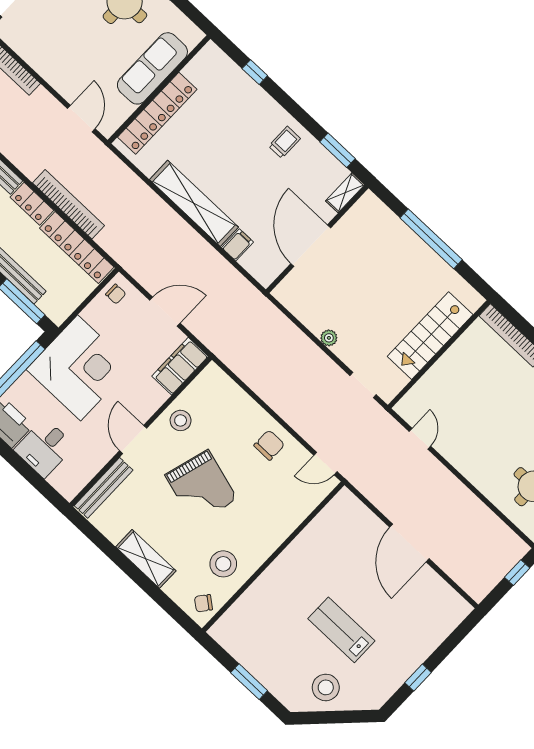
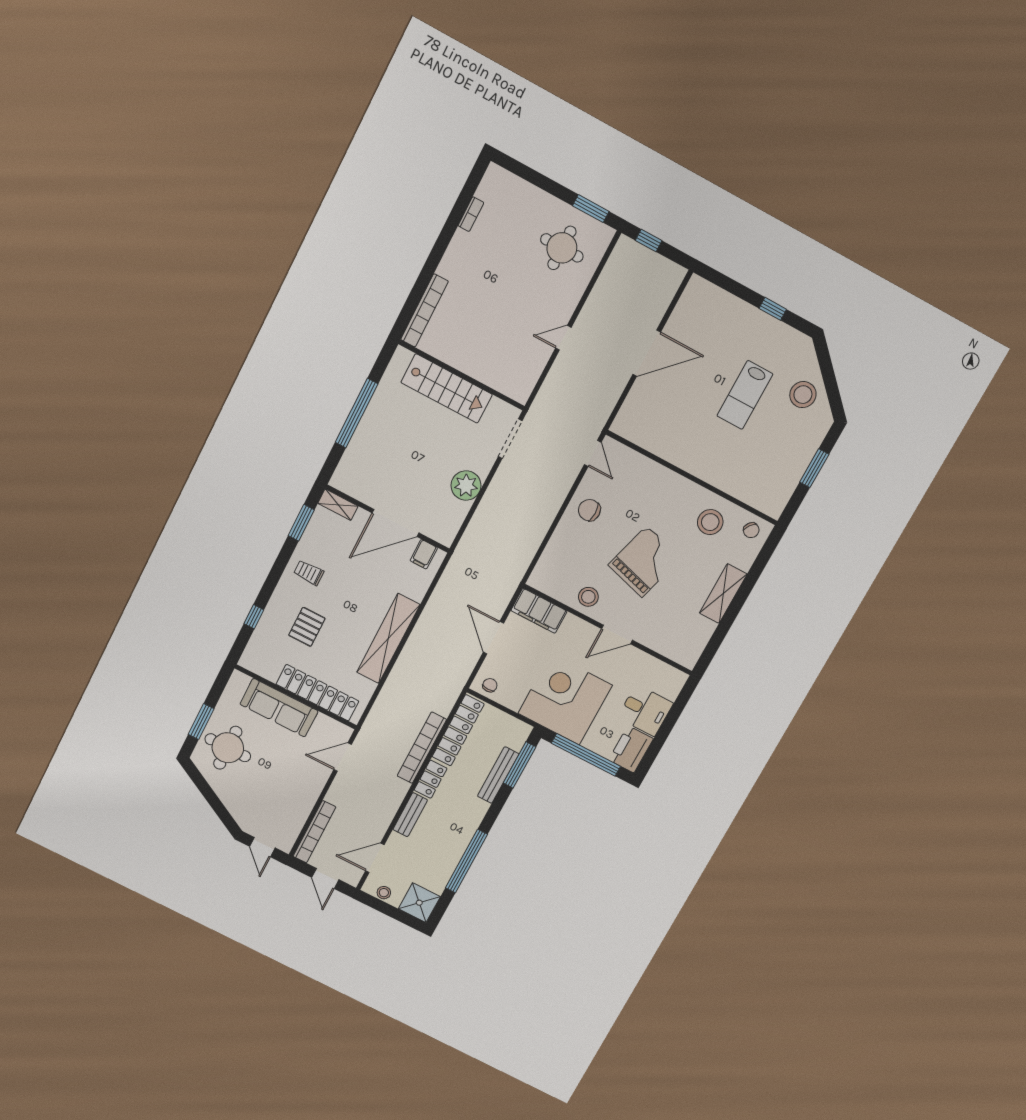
pallet: (229, 123) -> (307, 627), added
filing cabinet: (238, 245) -> (424, 554), moved, turned -90
plant: (329, 338) -> (466, 486), width x1.88, depth x1.88
doorway: (363, 385) -> (510, 439), width x1.38
door: (420, 439) -> (563, 338), moved
bench: (104, 488) -> (668, 649), removed

